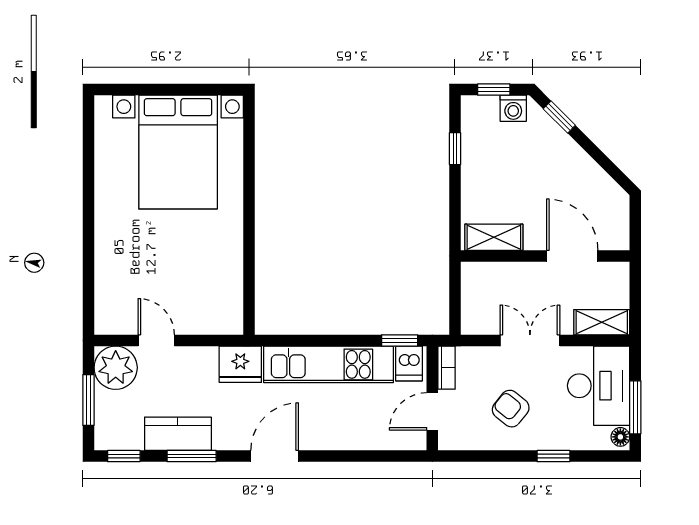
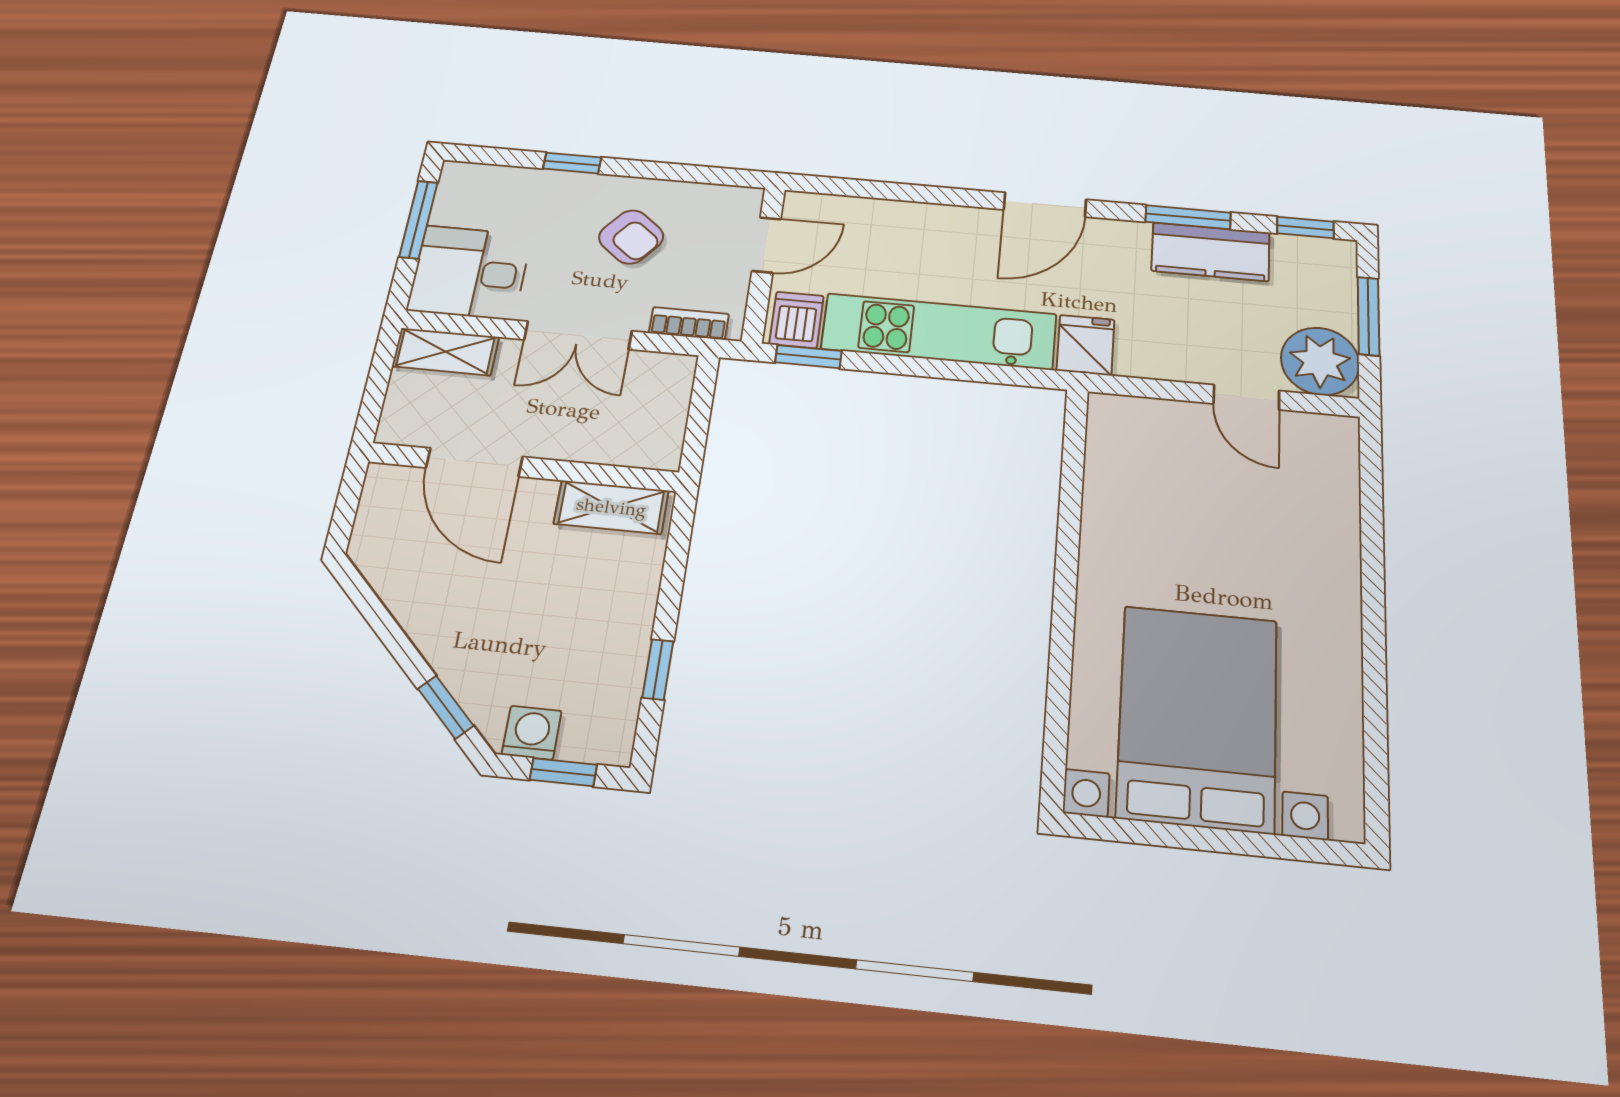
fridge: (240, 364) -> (1086, 345), width x0.72
bookcase: (447, 368) -> (689, 323), moved, turned 90
desk: (599, 386) -> (470, 272), width x0.73
floor lamp: (620, 437) -> (454, 180), removed

